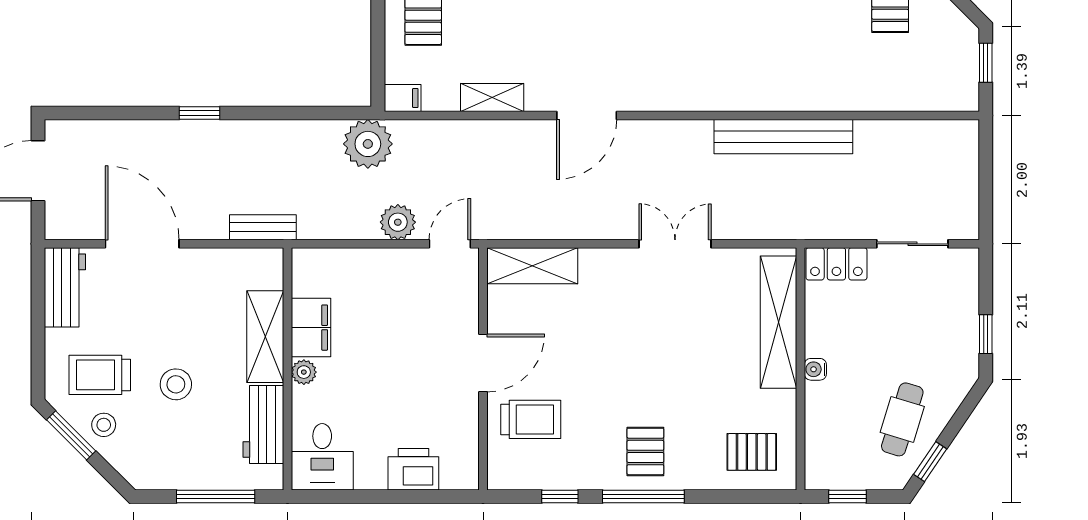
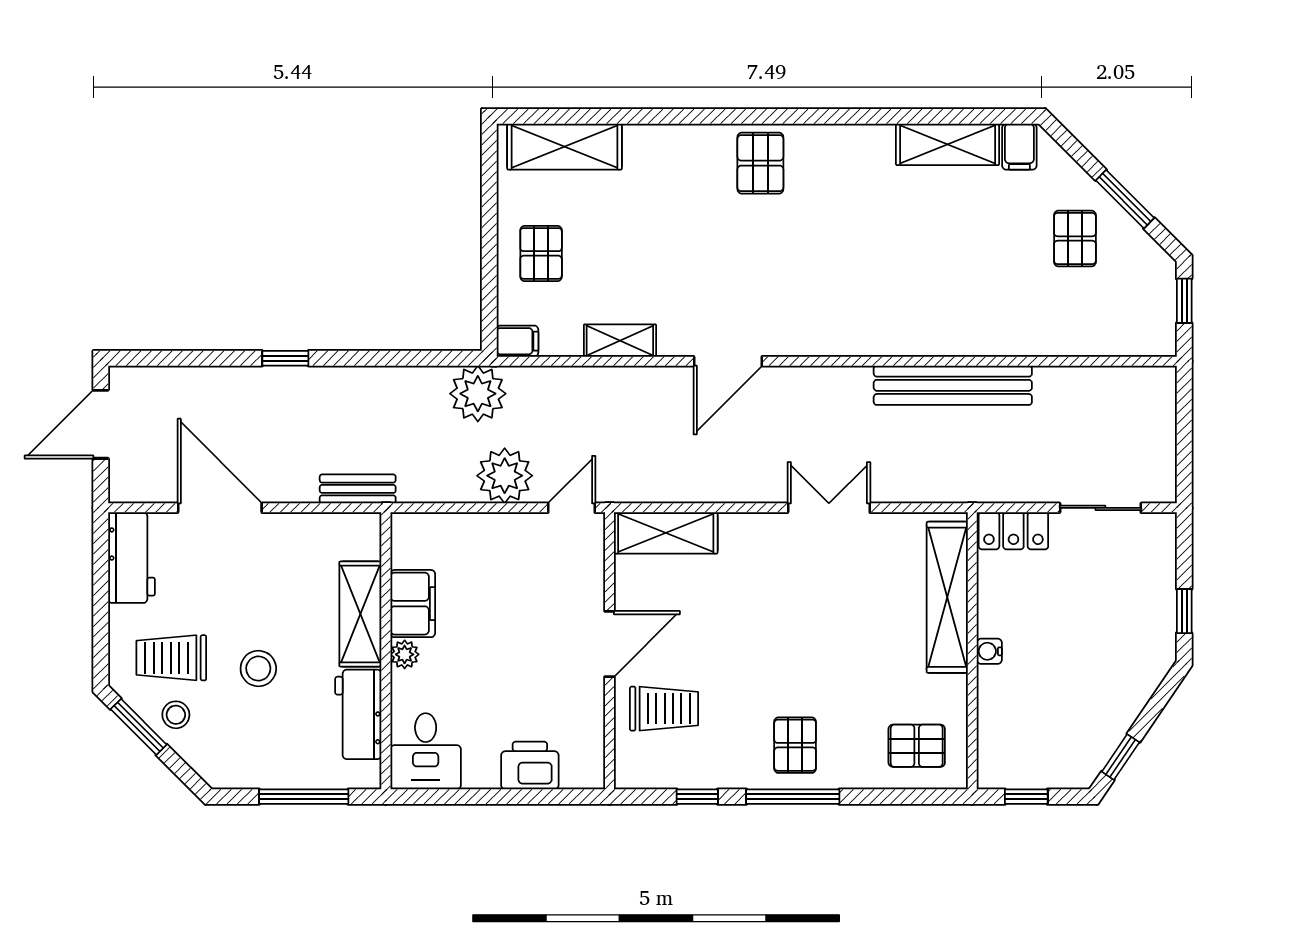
plant: (398, 222) -> (505, 476), width x1.36, depth x1.36
cafe table: (902, 419) -> (1089, 709), removed

